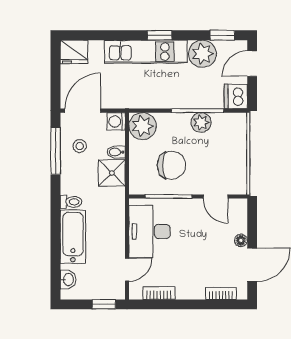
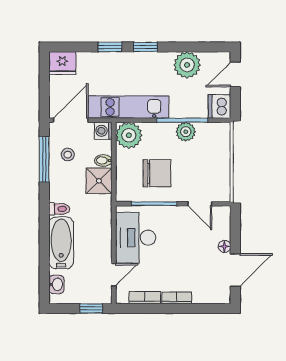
window: (222, 35) -> (110, 47), moved
kitchen unit: (146, 52) -> (128, 107), moved, turned 180
bookcase: (221, 293) -> (177, 298), moved

